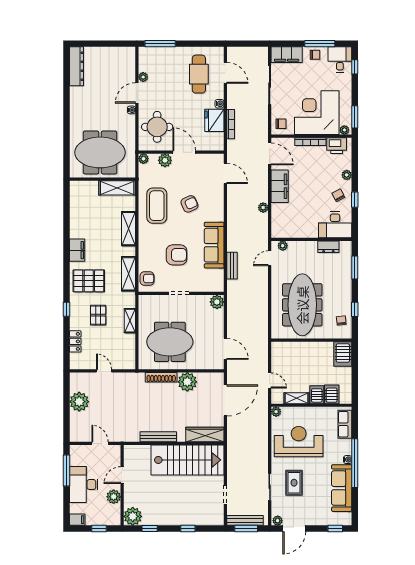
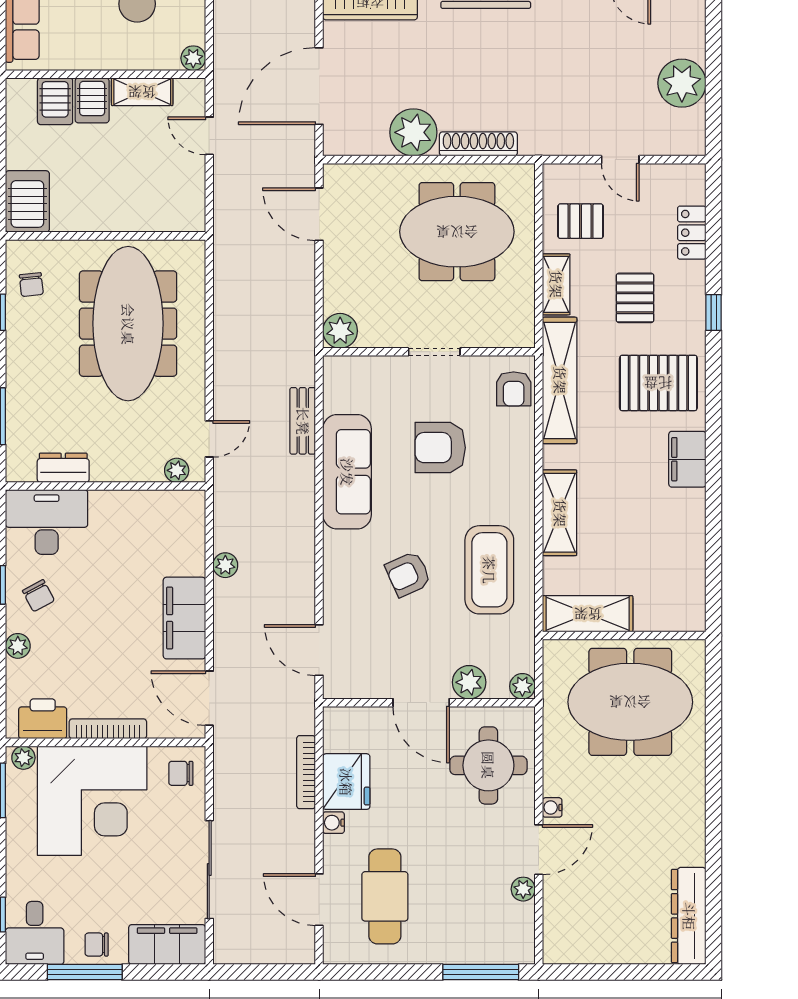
shelving: (128, 274) -> (560, 380), width x1.47
armchair: (147, 279) -> (514, 389), turned -90
pallet: (120, 346) -> (581, 221), added

